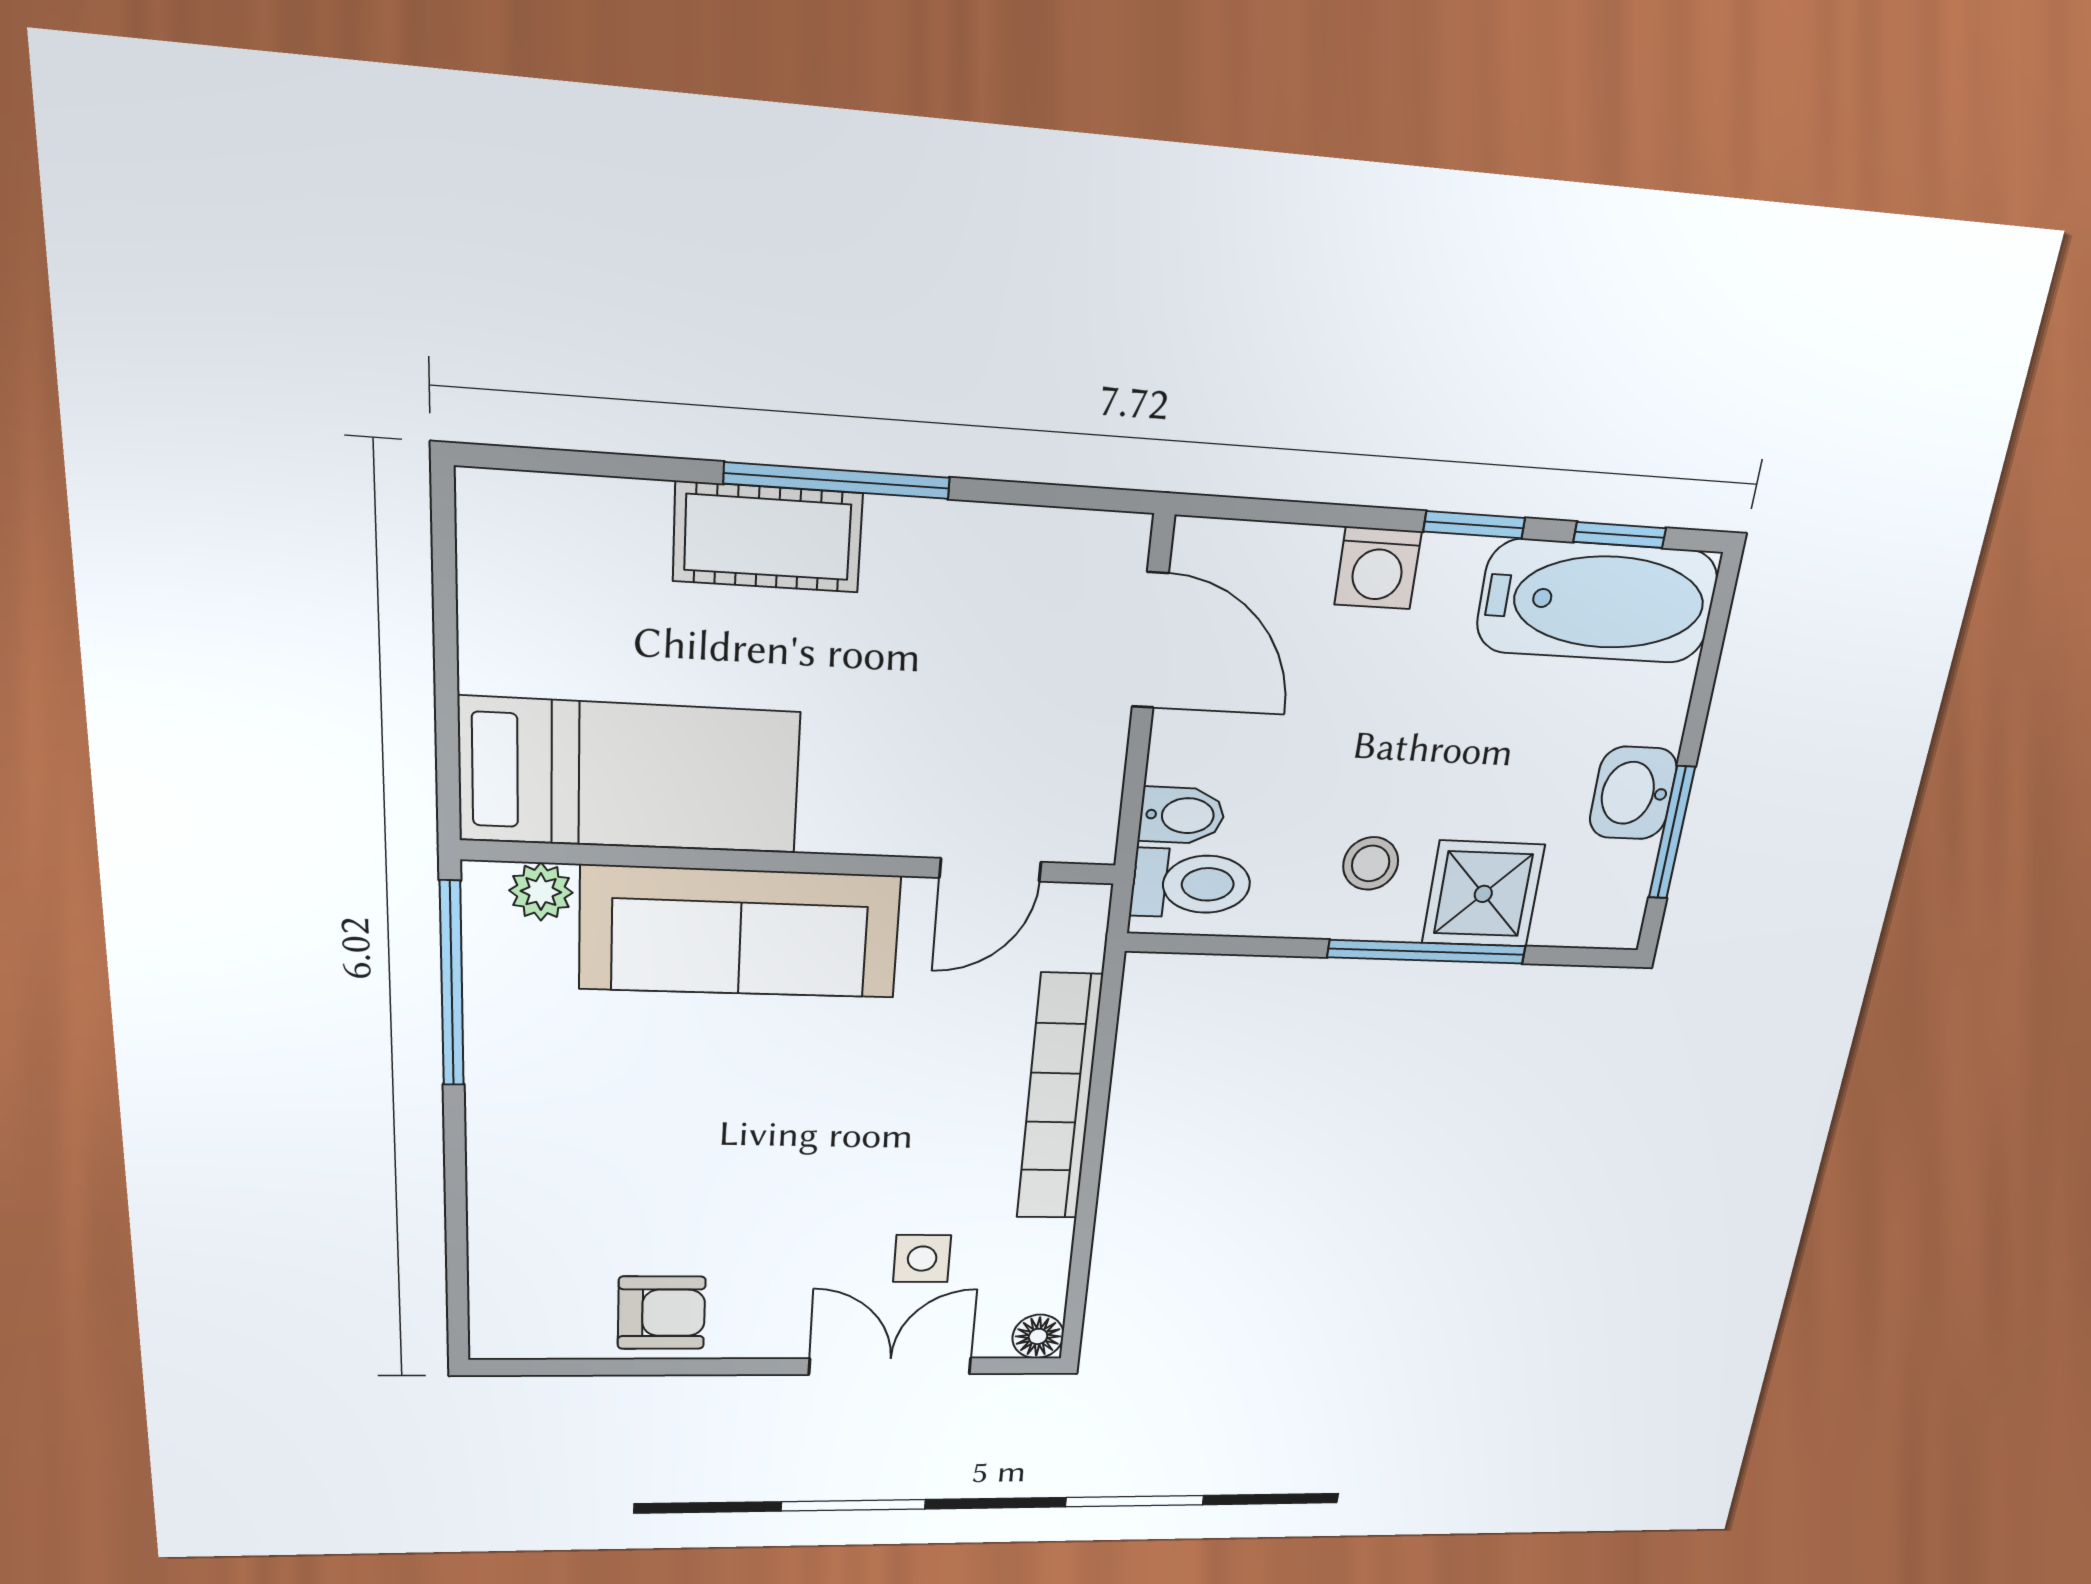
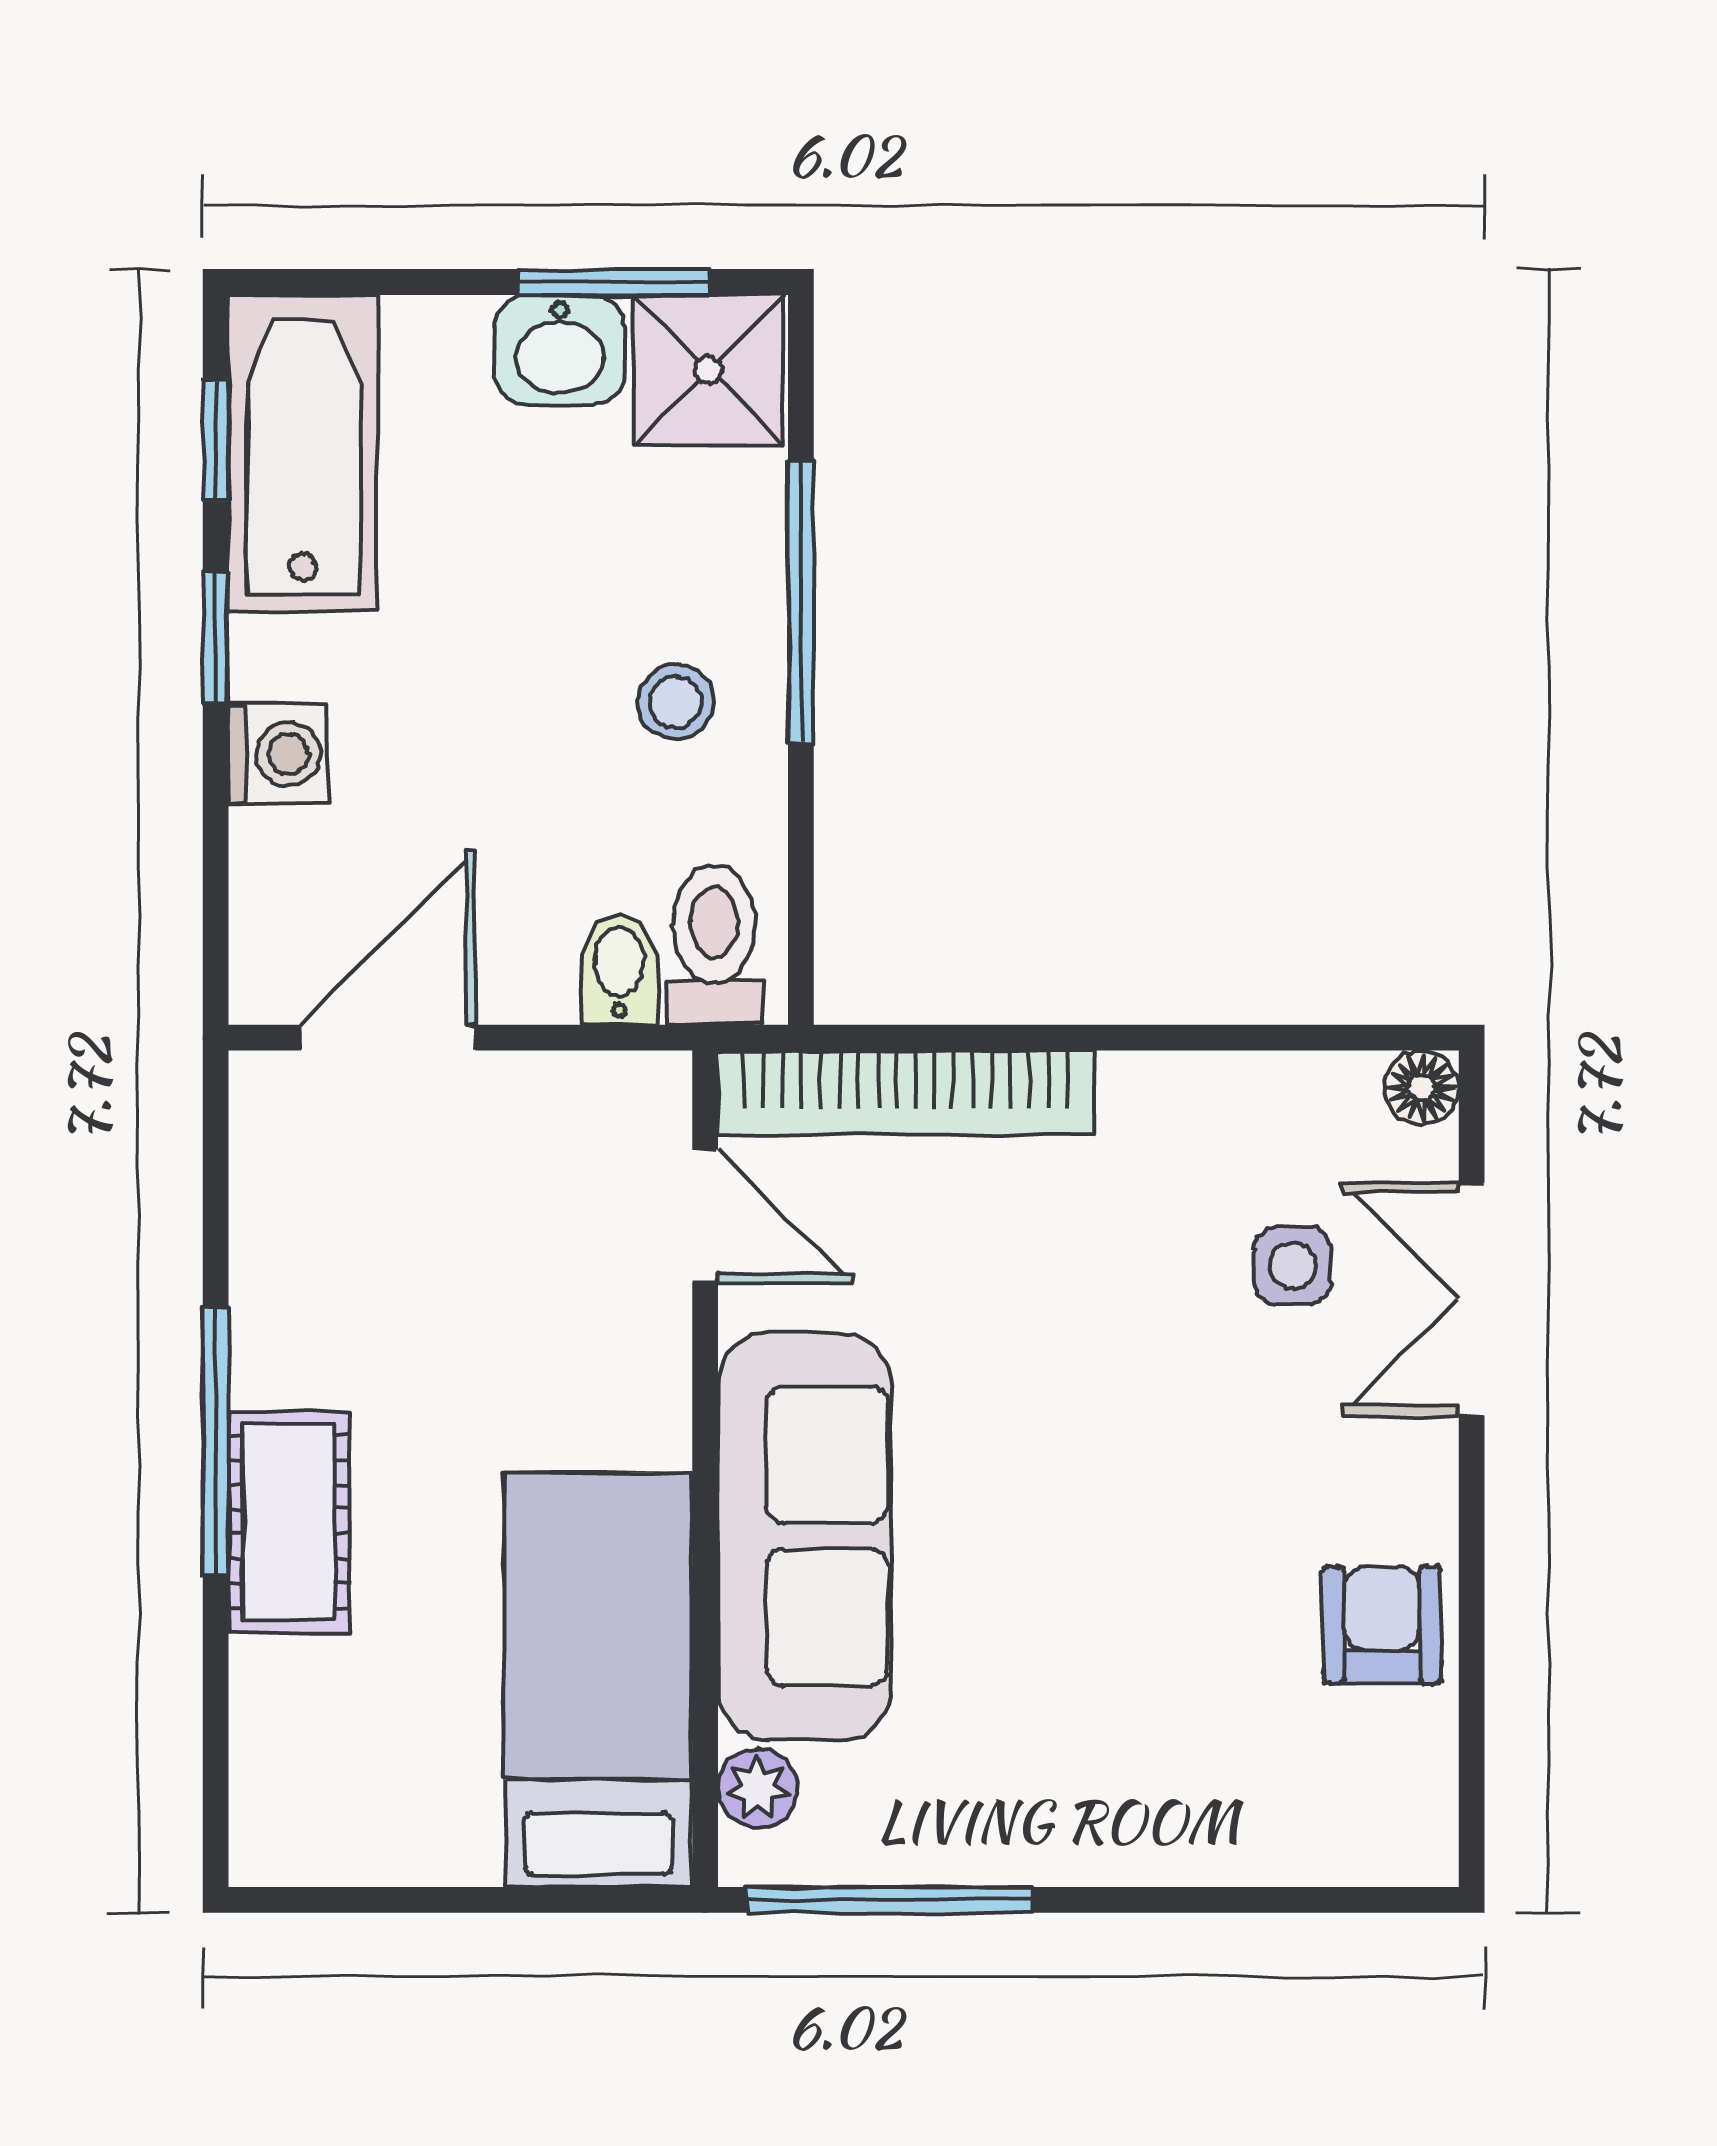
shower: (1483, 894) -> (708, 370), moved
bookcase: (1059, 1098) -> (906, 1093), moved

